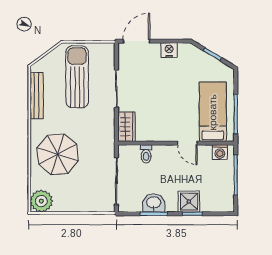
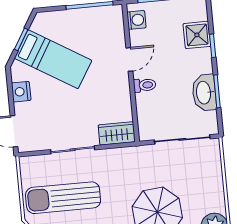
bed: (213, 112) -> (53, 59), moved, turned -149
toilet: (146, 154) -> (145, 85), moved
shower: (189, 202) -> (197, 35), moved
washbasin: (154, 203) -> (204, 93), width x1.38

